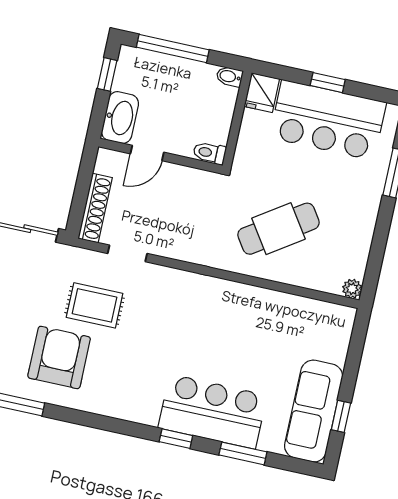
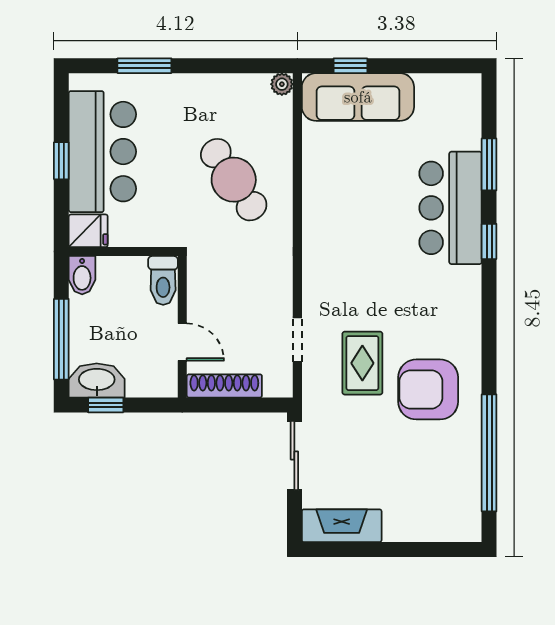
bidet: (230, 76) -> (82, 275), width x1.38, depth x1.36
washbasin: (120, 118) -> (97, 380), moved
toilet: (210, 153) -> (163, 280), width x1.37, depth x1.39
shoe rack: (95, 208) -> (224, 386), moved
sofa: (314, 411) -> (358, 97), moved
window: (341, 416) -> (350, 66), moved

